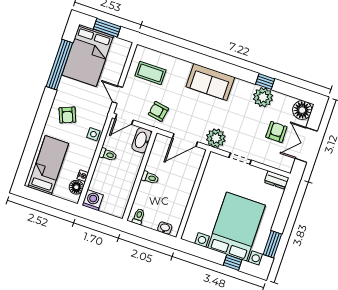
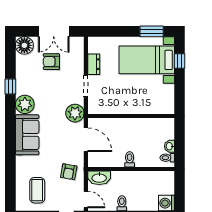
plant: (263, 97) -> (25, 104), moved
dresser: (277, 180) -> (94, 64), moved
bed with nightstands: (236, 227) -> (147, 60), width x0.73
washbasin: (165, 228) -> (170, 146), moved

